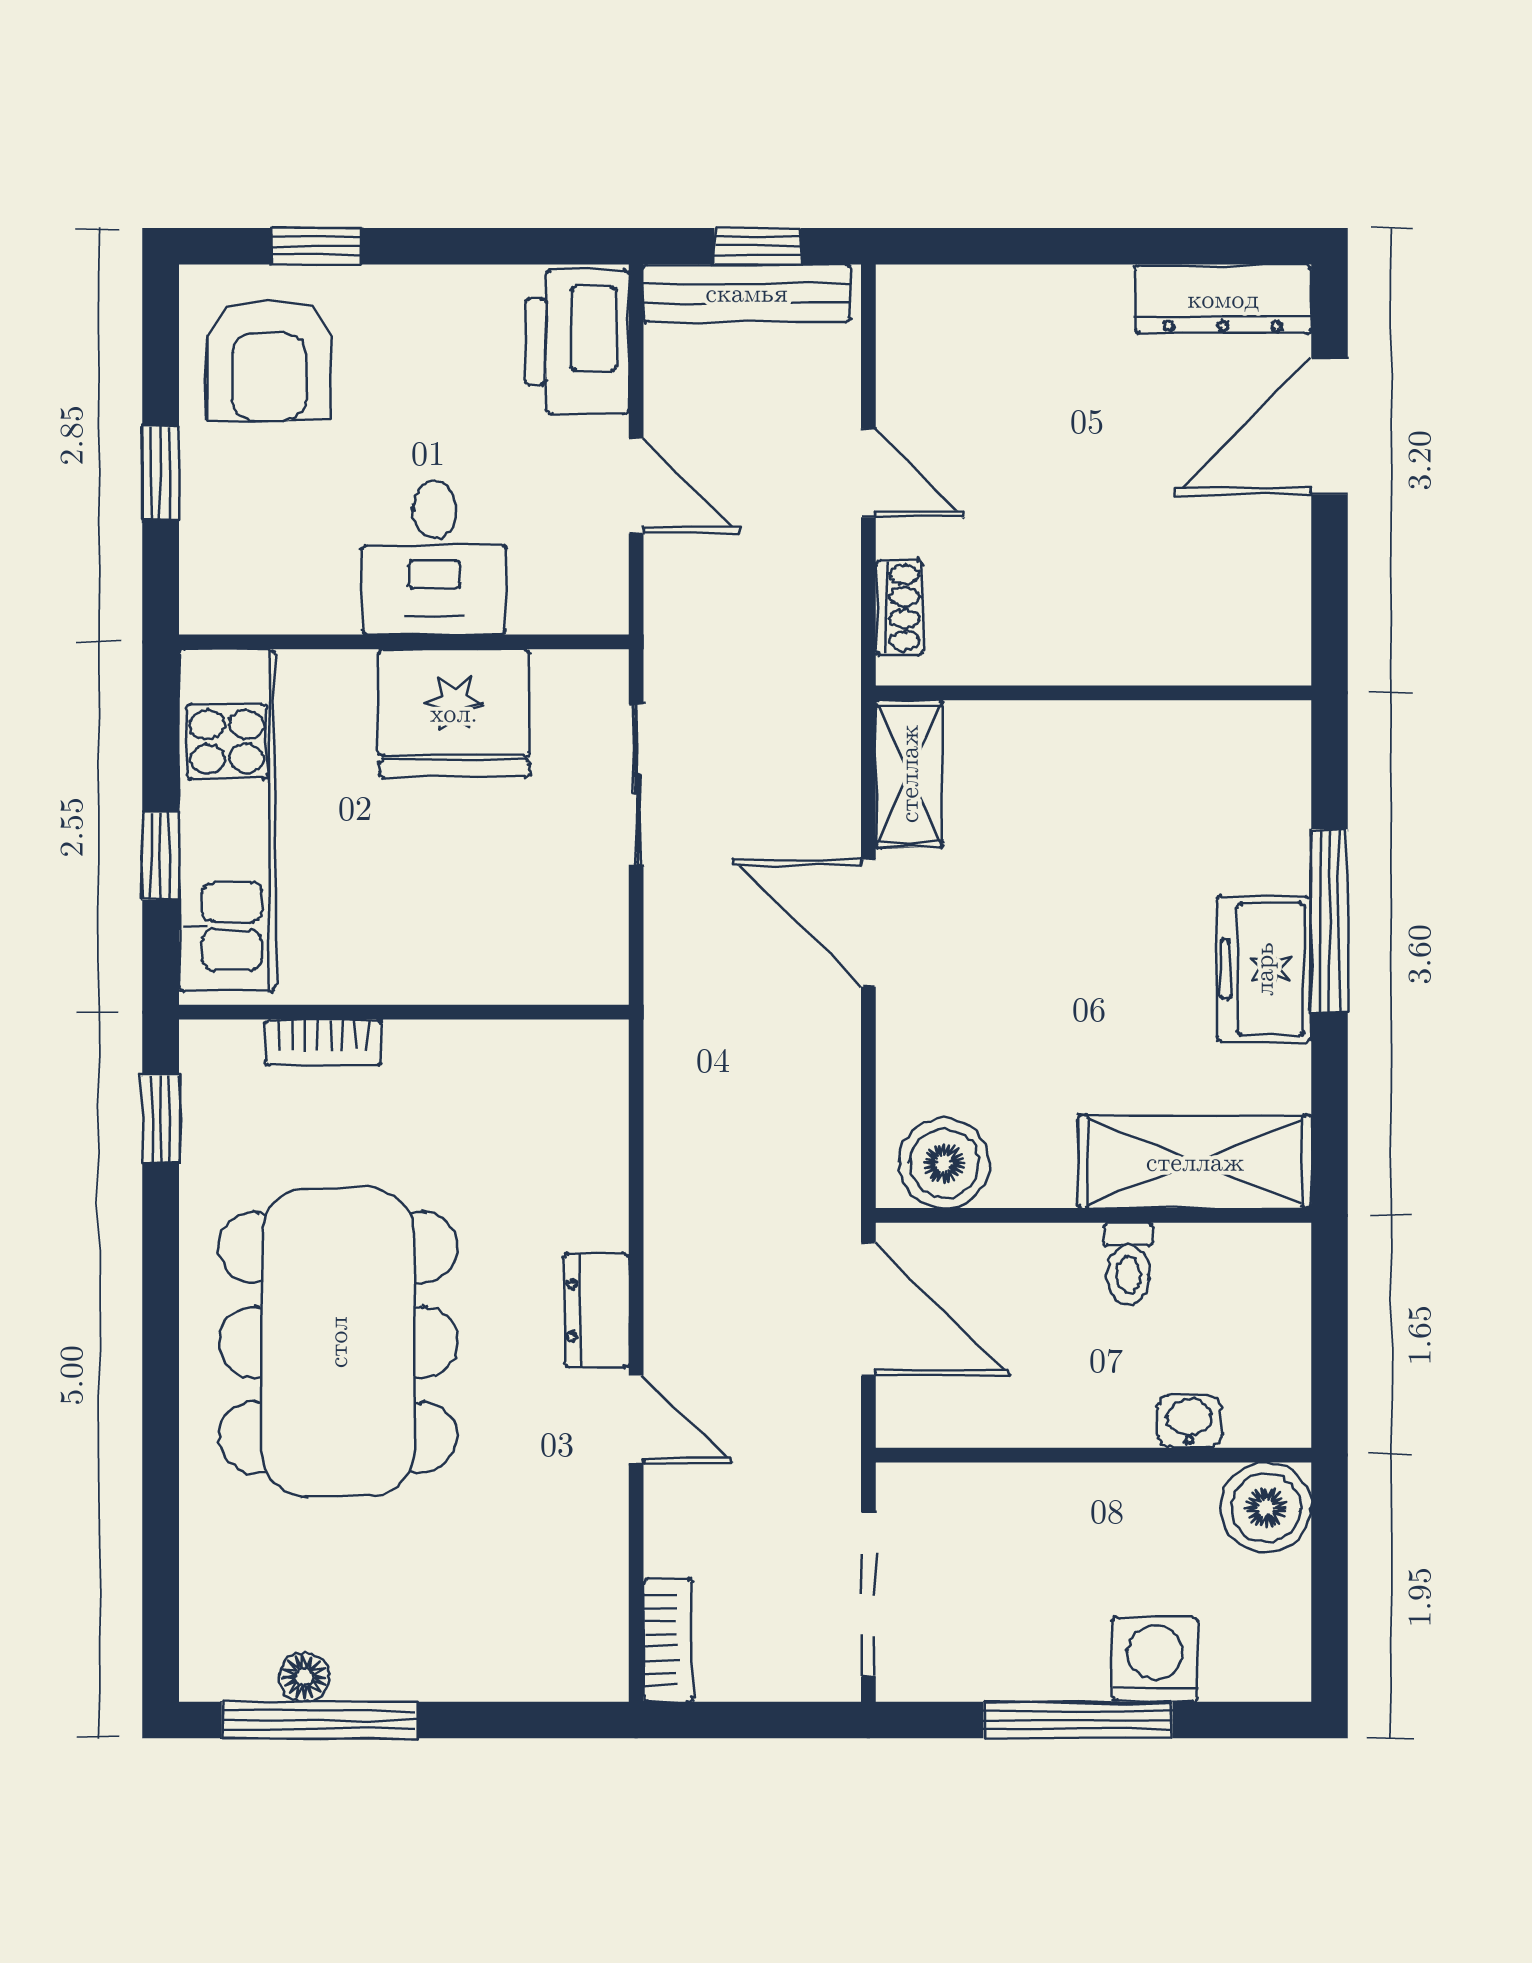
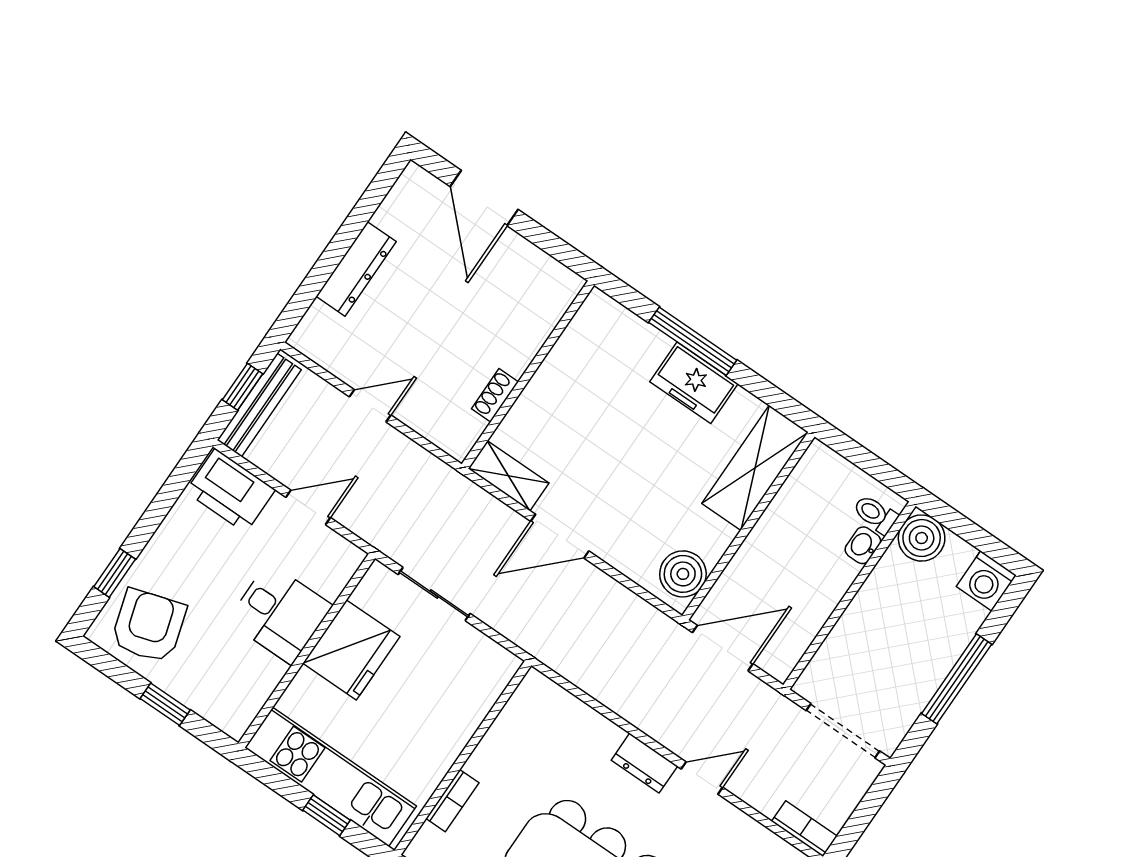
dresser: (1223, 299) -> (356, 269), moved
armchair: (269, 360) -> (149, 626), turned -107
shoe rack: (899, 608) -> (495, 395), moved, turned -90
toilet: (1128, 1264) -> (875, 514), moved, turned 180
washing machine: (1155, 1659) -> (986, 581), moved, turned -90

